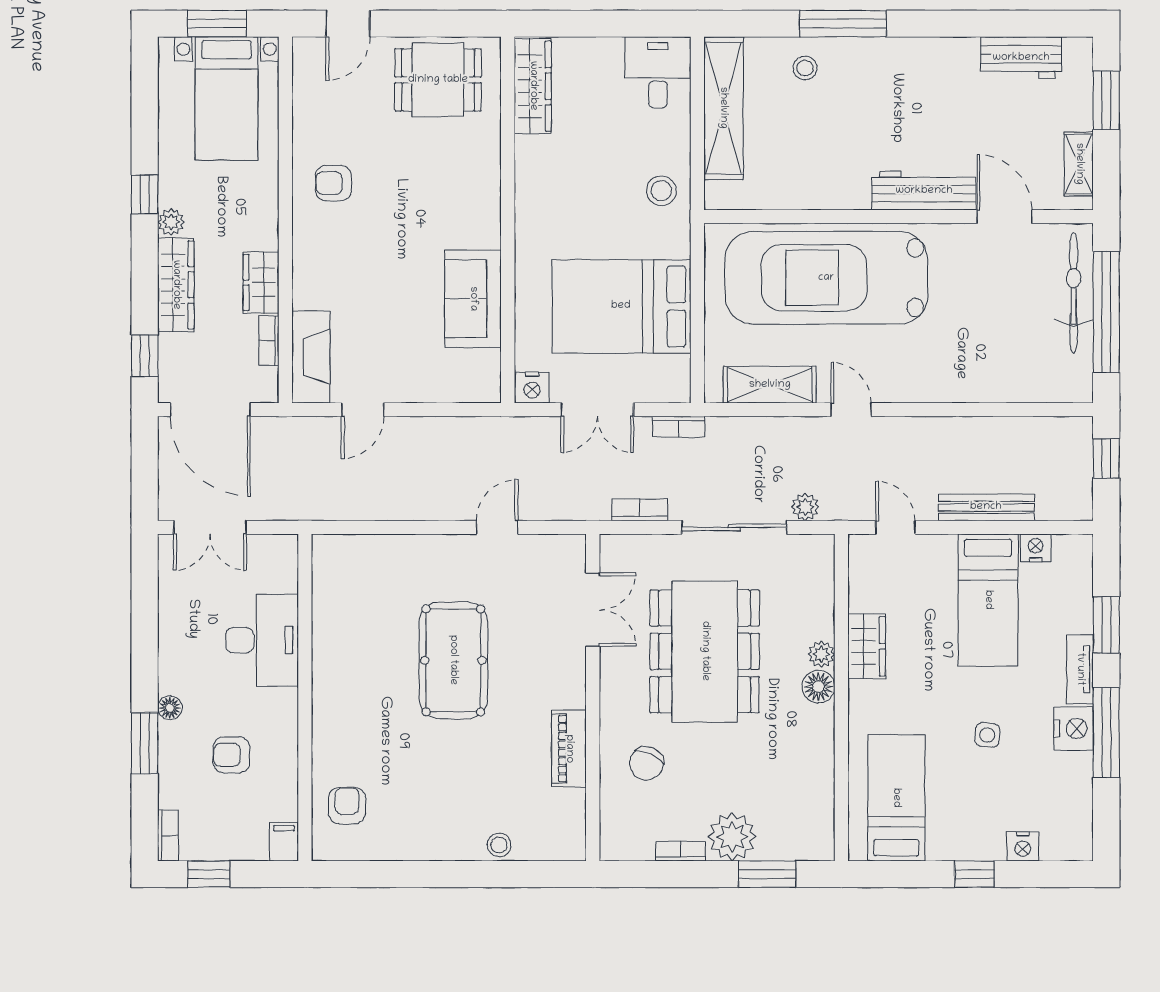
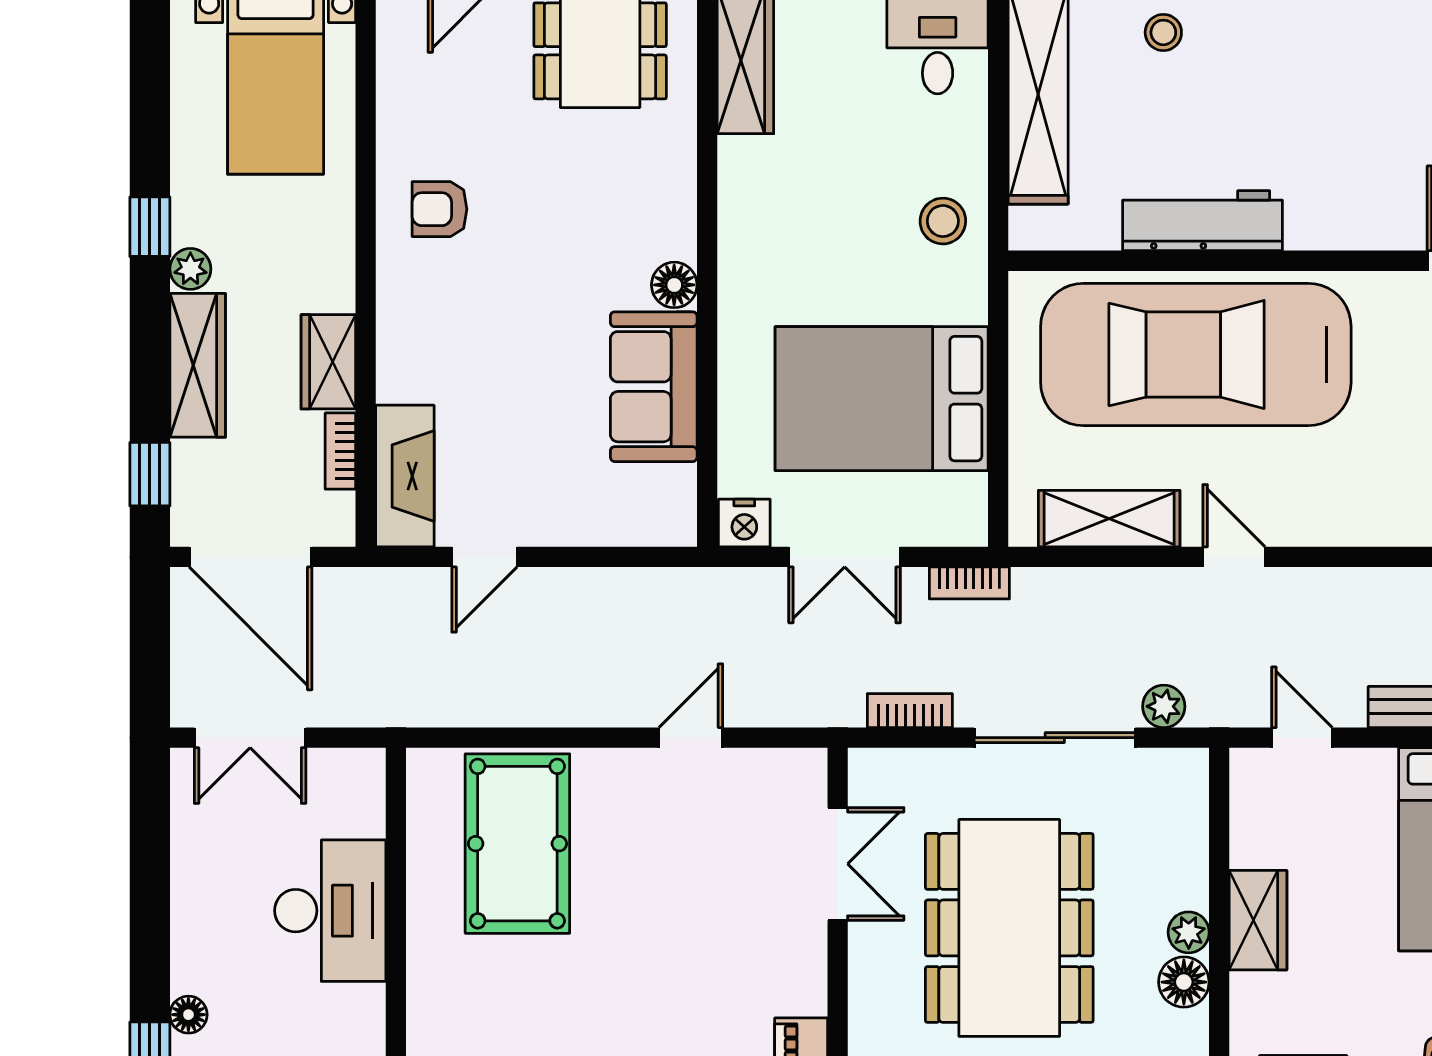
workbench: (924, 191) -> (1203, 221), moved
floor lamp: (486, 232) -> (674, 285), added
pool table: (453, 660) -> (517, 844), moved

